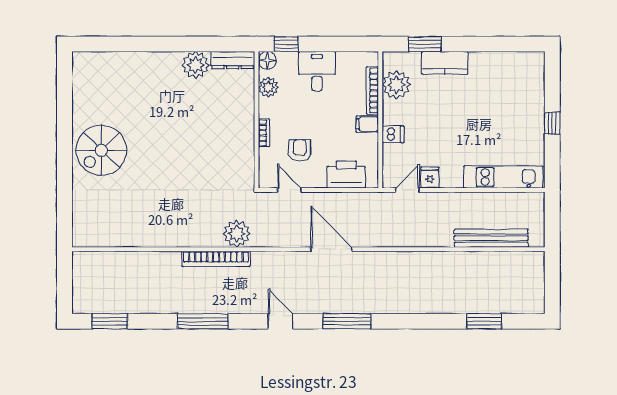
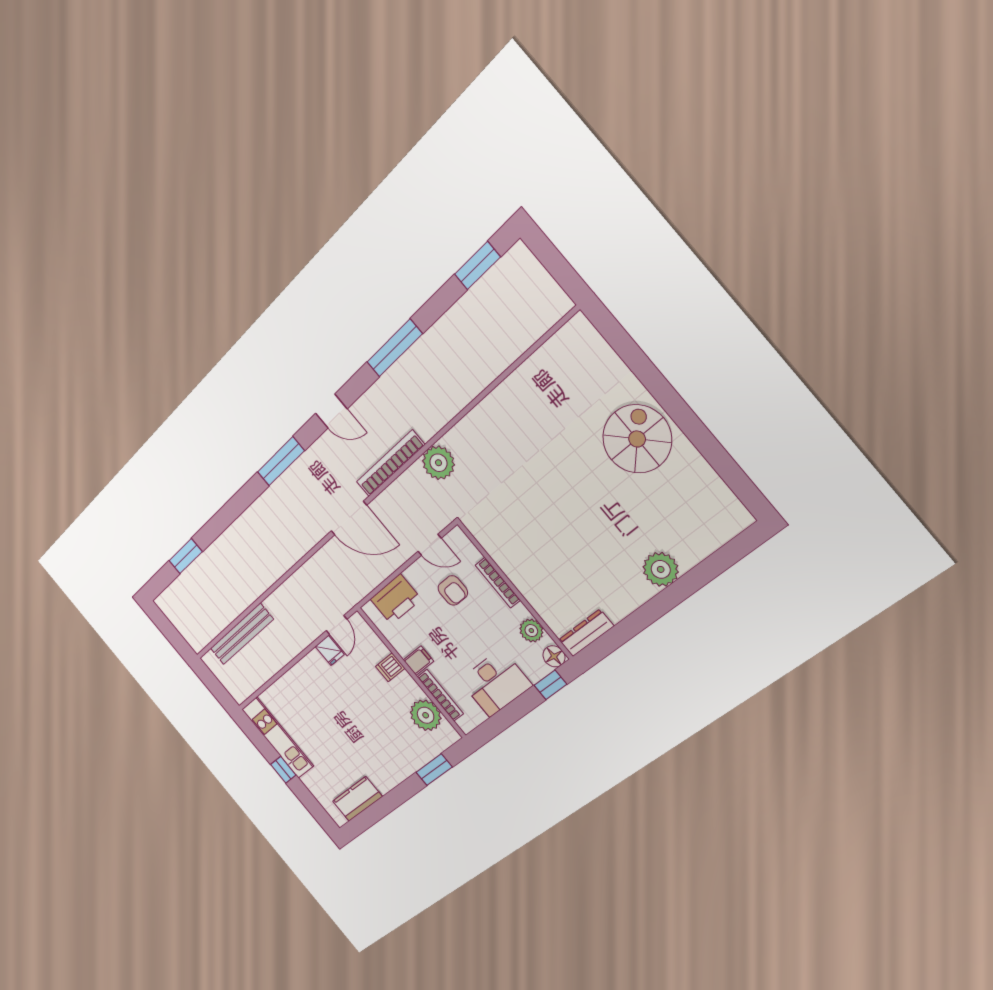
kitchen counter: (445, 63) -> (357, 799), moved
plant: (196, 65) -> (661, 569), moved
desk: (317, 71) -> (496, 683), width x1.37
bookcase: (264, 133) -> (498, 583), width x1.56
kitchen unit: (503, 177) -> (278, 738), moved, turned -90
bookcase: (216, 259) -> (390, 463), moved

